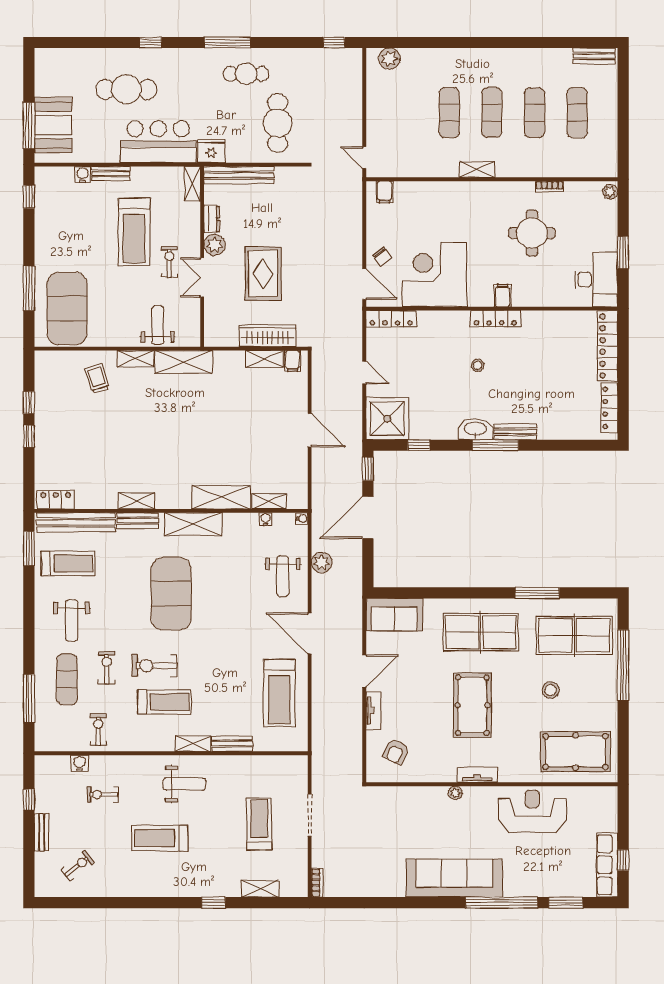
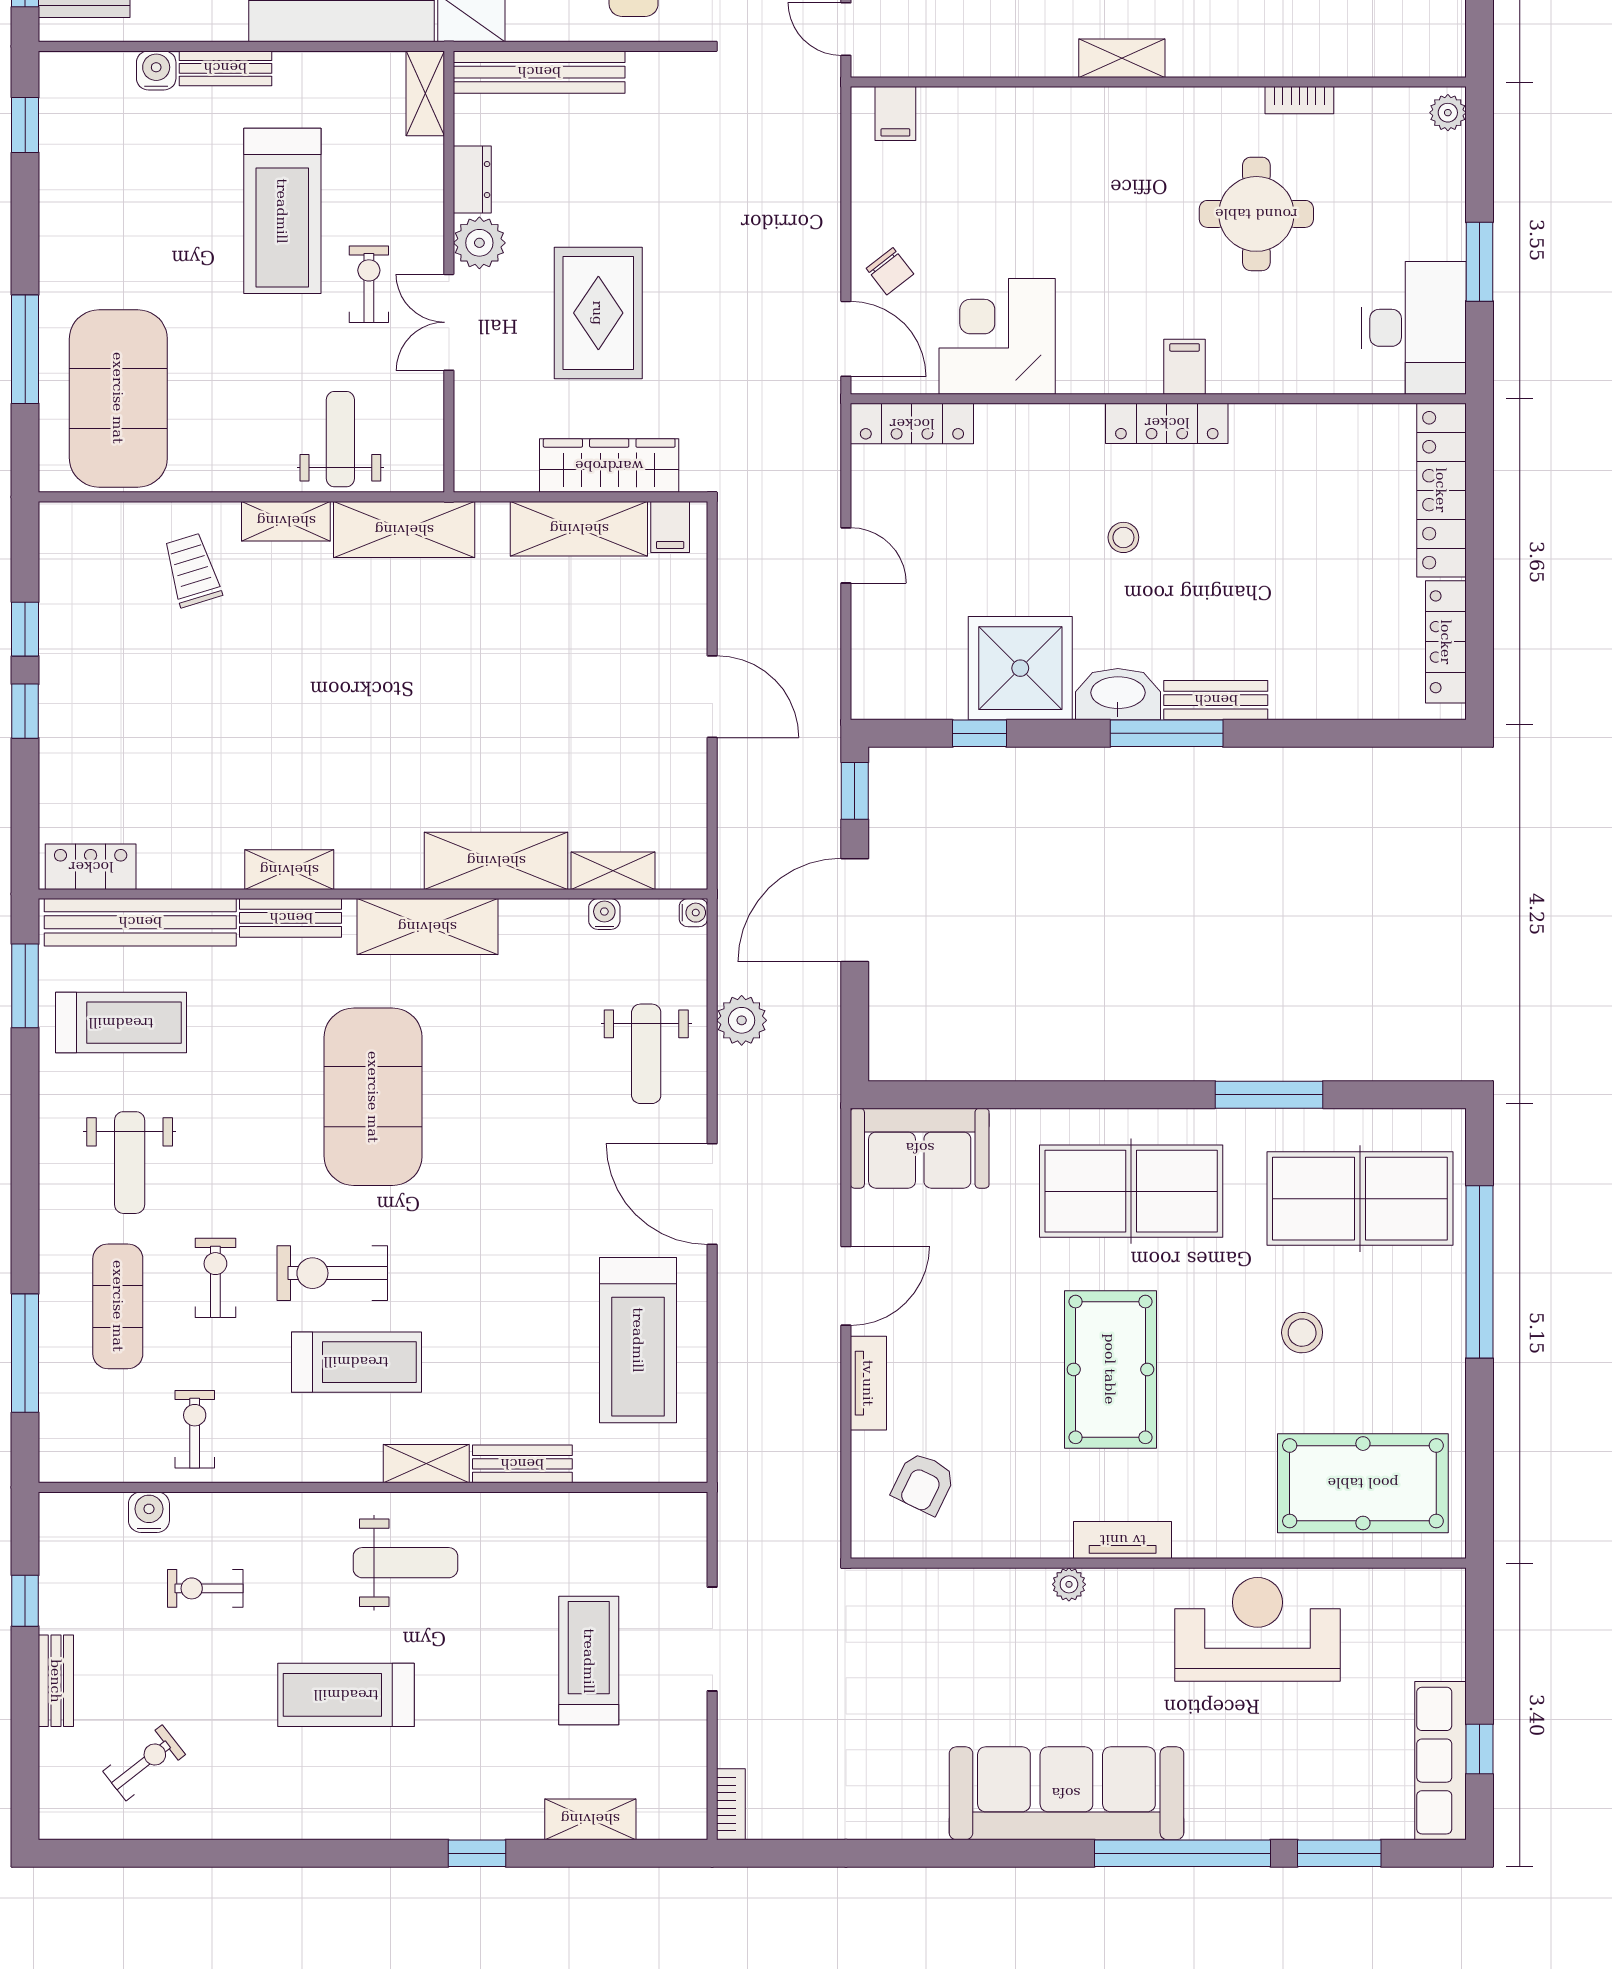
corner desk: (435, 275) -> (997, 336), width x0.74, depth x0.74
shelving: (264, 359) -> (579, 529), width x1.50, depth x1.33
shower: (387, 419) -> (1020, 668), moved

